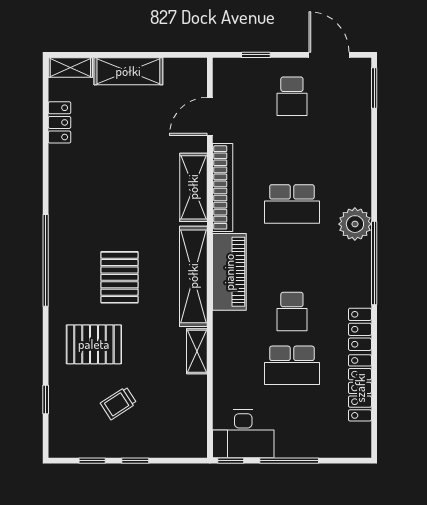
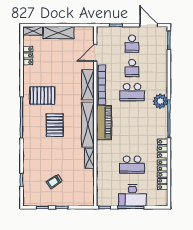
school desk: (292, 312) -> (132, 68), moved
pallet: (94, 344) -> (42, 96), moved
desk: (243, 434) -> (132, 195), moved

